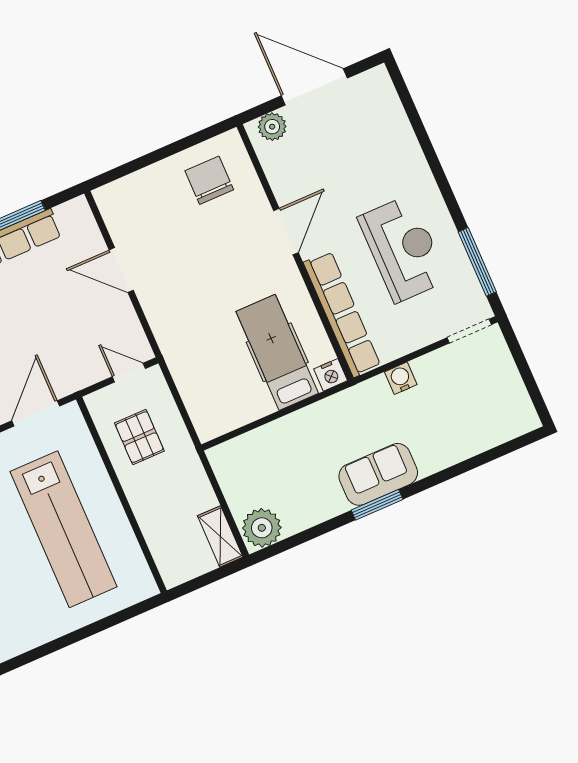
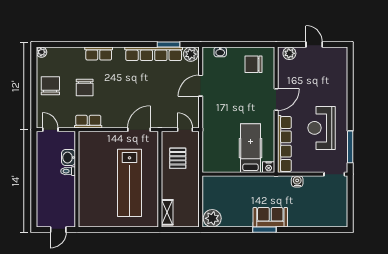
door: (314, 87) -> (314, 44), width x0.53
chair: (209, 180) -> (254, 64), turned -90
washbasin: (131, 185) -> (220, 52), added
plant: (74, 215) -> (191, 54), added
reception desk: (403, 249) -> (322, 128), turned 180
door: (121, 270) -> (201, 86), hinge flipped
shelving: (220, 536) -> (167, 212), moved

